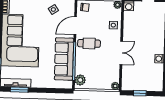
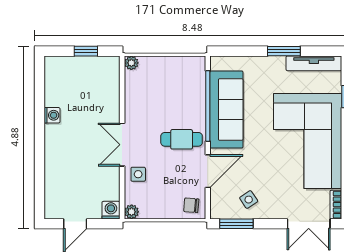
double door: (121, 53) -> (122, 145), moved
plant: (80, 80) -> (196, 72), removed
window: (19, 90) -> (284, 51), moved

